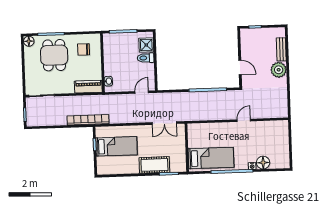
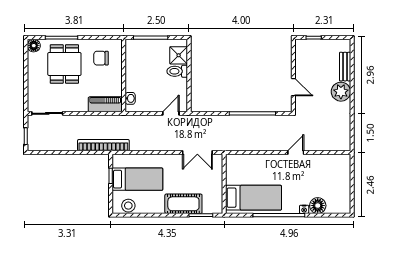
stool: (110, 168) -> (128, 206), added

